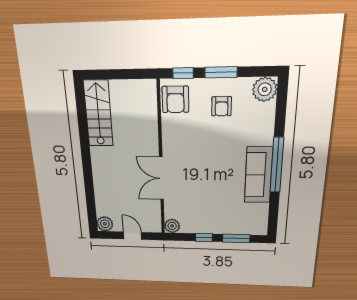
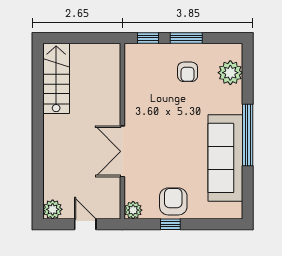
plant: (265, 89) -> (230, 73), moved
armchair: (175, 99) -> (173, 201), moved, turned 180
sofa: (258, 175) -> (225, 158), width x1.36, depth x1.27
window: (236, 238) -> (208, 224), removed

